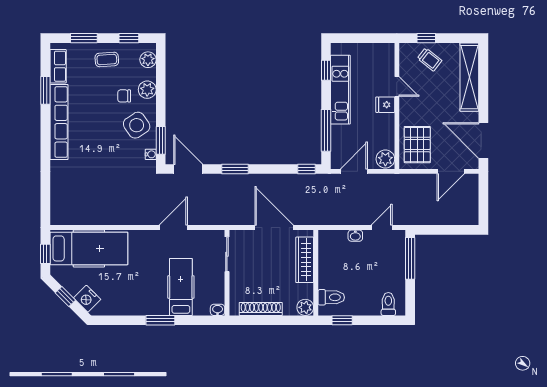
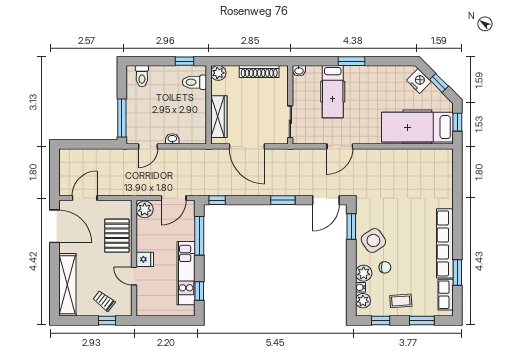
pallet: (417, 145) -> (117, 236), moved
water cooler: (151, 154) -> (360, 287), moved
door: (188, 169) -> (326, 200), hinge flipped

